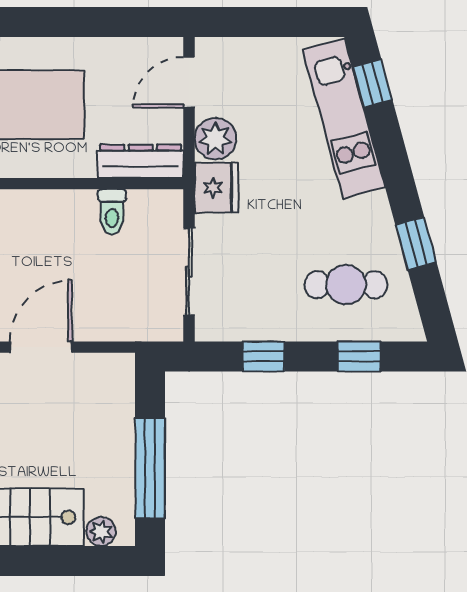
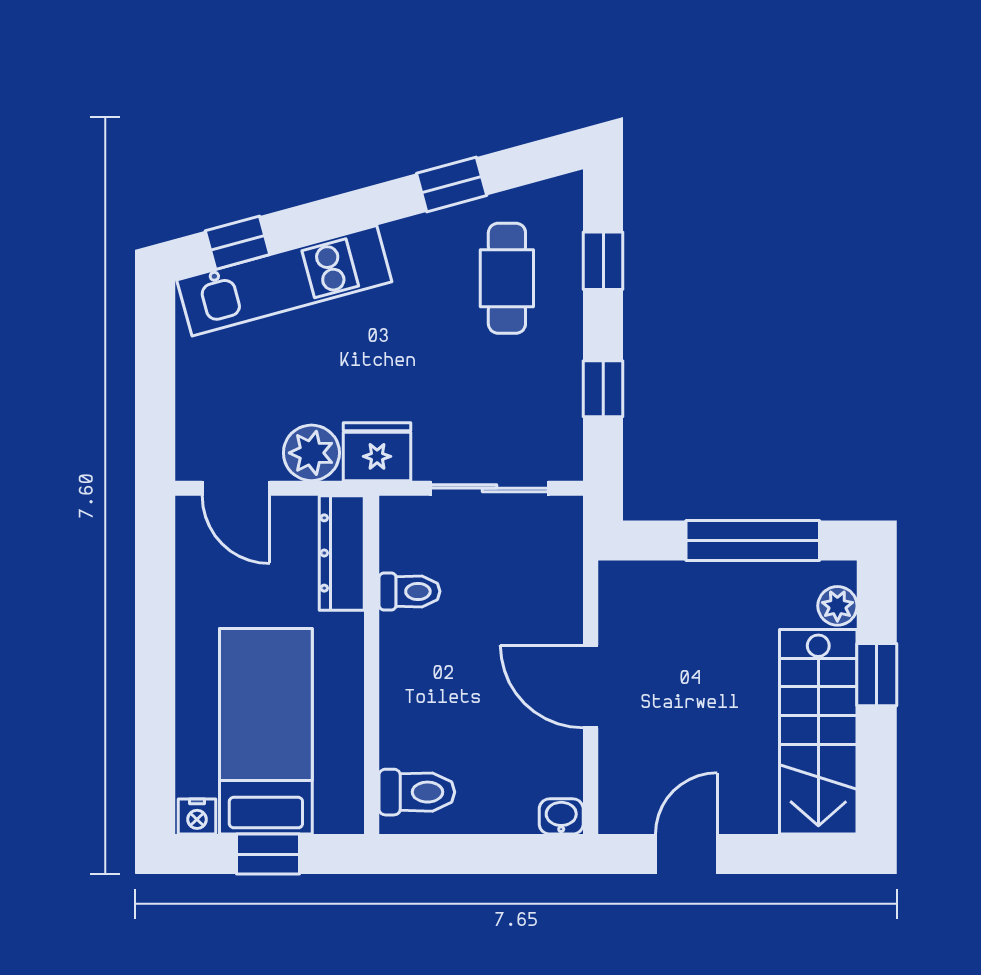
window: (50, 561) -> (877, 675), added

